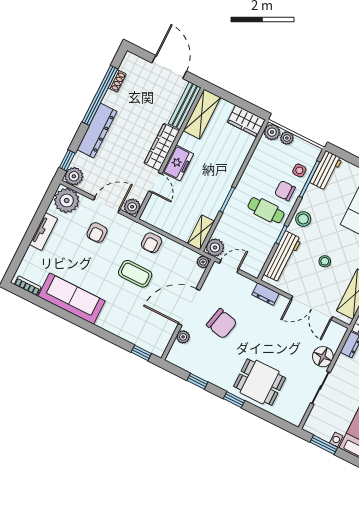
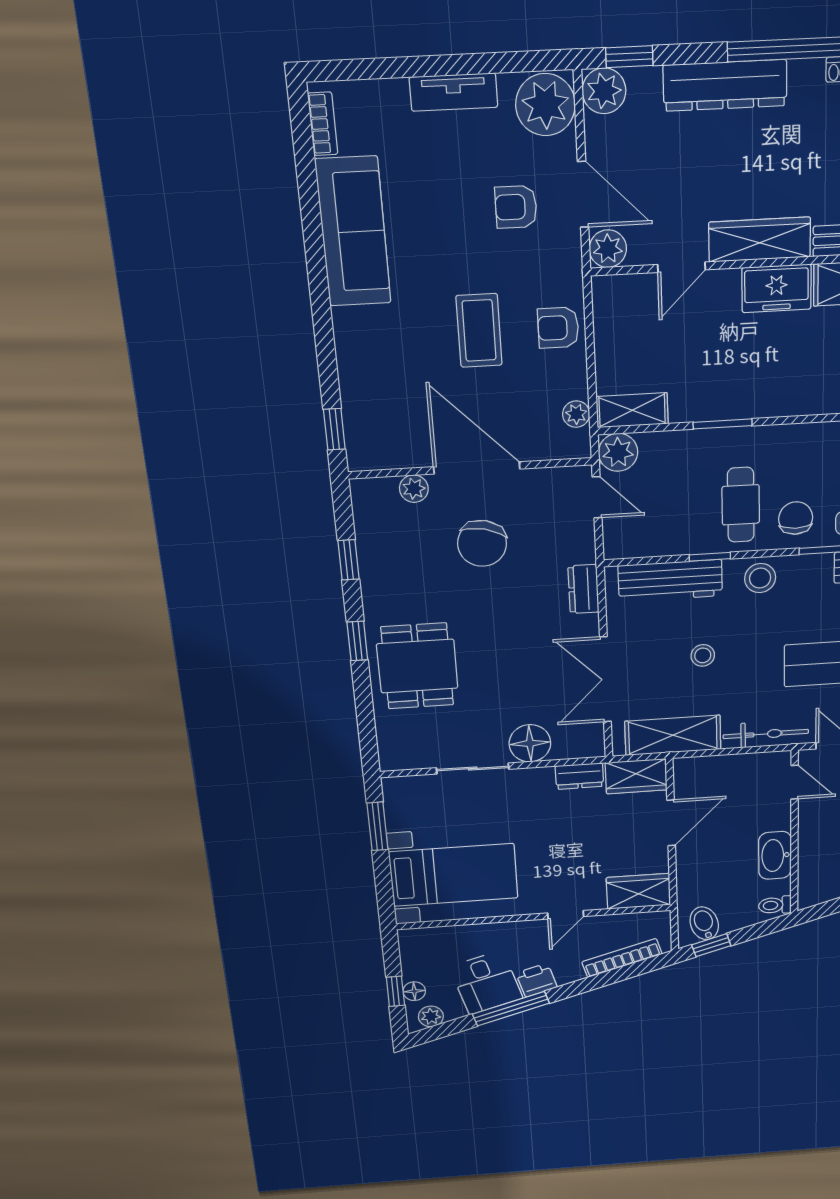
freezer: (178, 163) -> (776, 288), moved
plant: (203, 262) -> (576, 414), moved

